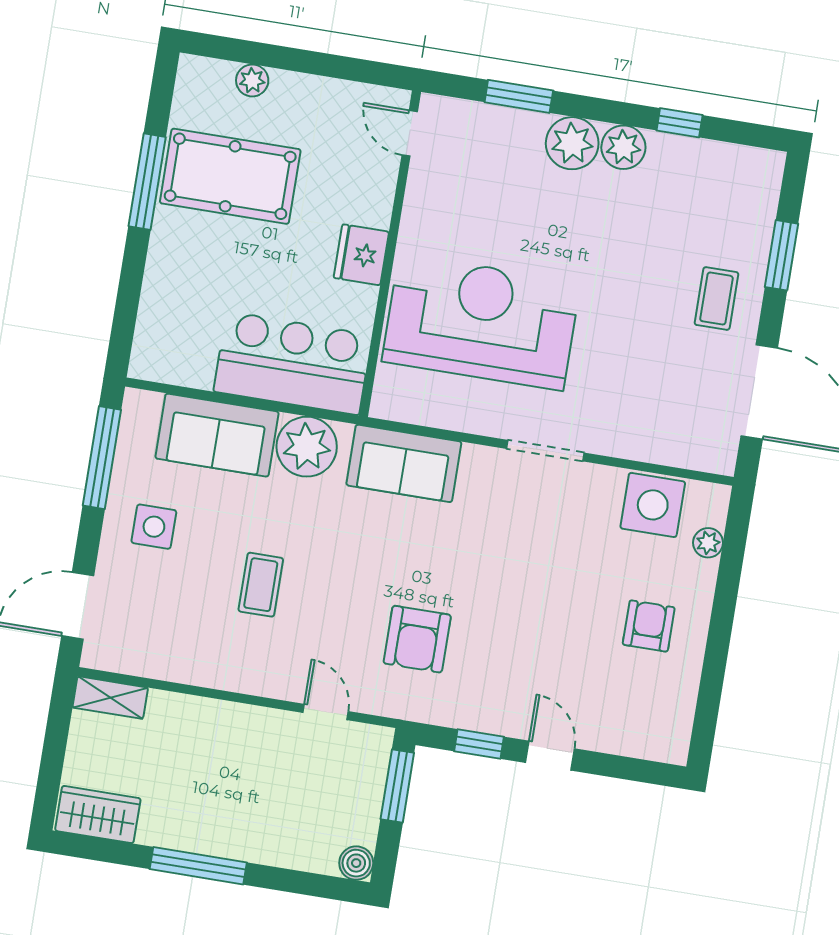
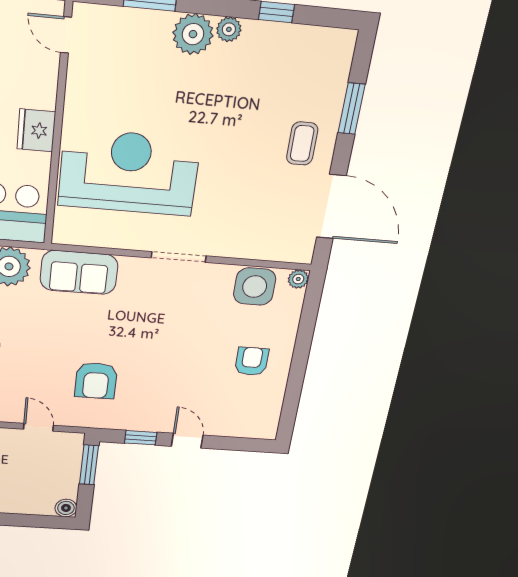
plant: (623, 147) -> (229, 29), width x0.73, depth x0.73
plant: (708, 543) -> (298, 279), moved

